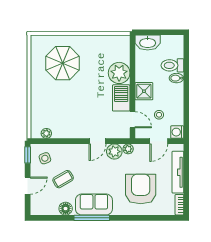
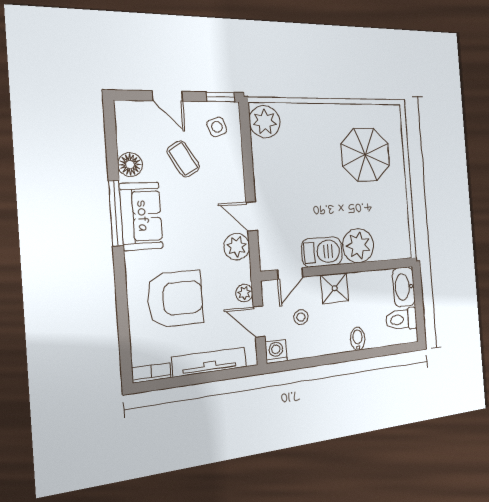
toilet: (172, 65) -> (401, 319), moved, turned -90
plant: (46, 133) -> (265, 122), width x1.87, depth x1.87
plant: (128, 149) -> (244, 293), moved

